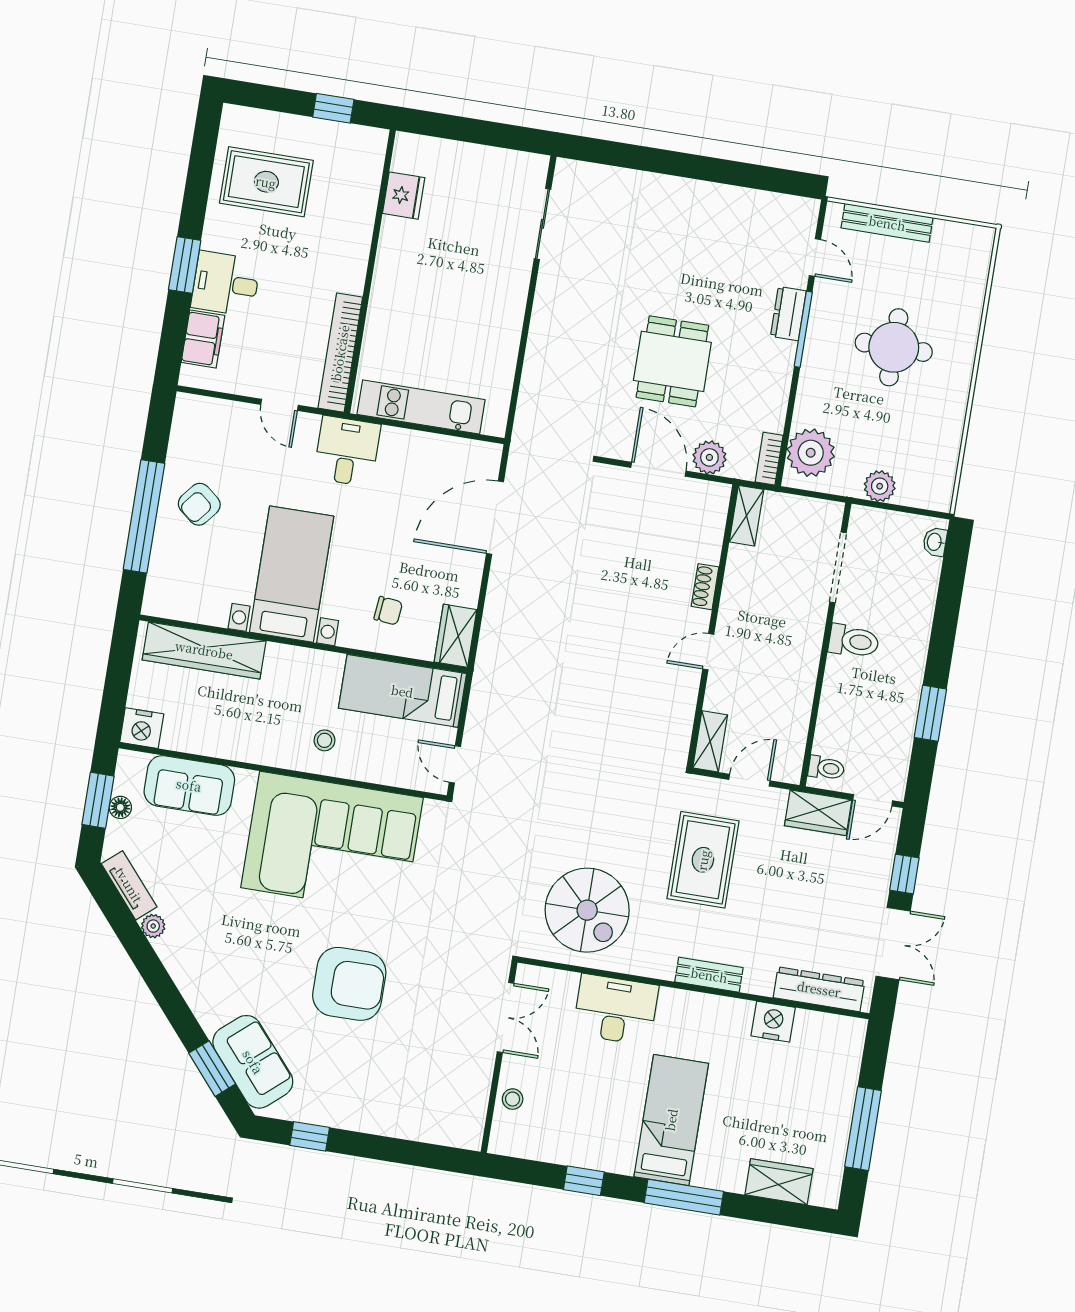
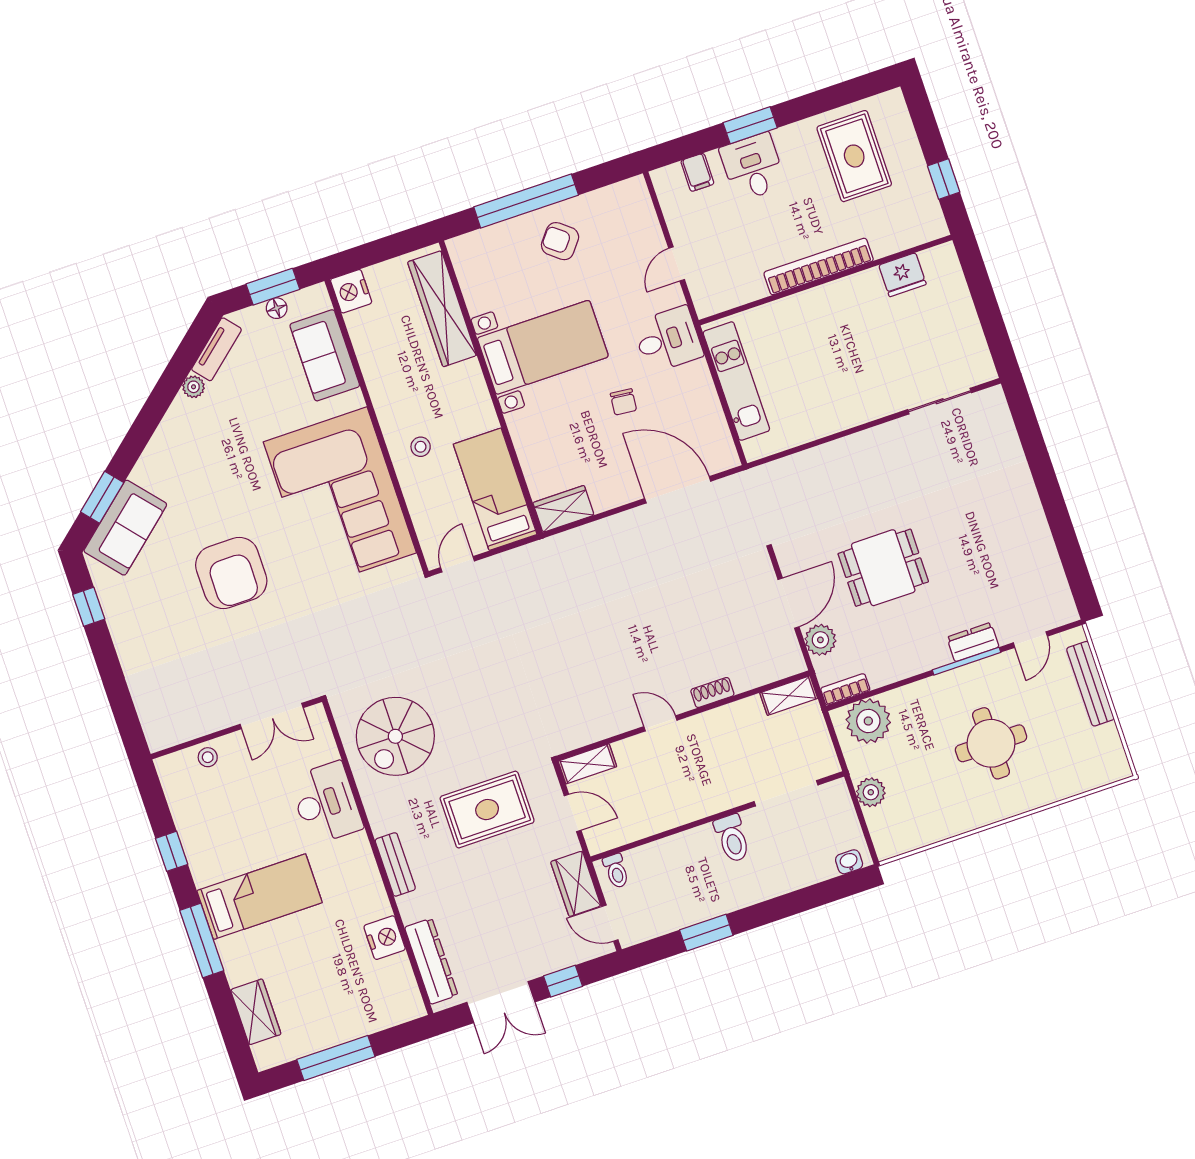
filing cabinet: (203, 339) -> (697, 172), width x0.50
bookcase: (340, 353) -> (819, 266), moved
chair: (388, 611) -> (623, 402), moved

